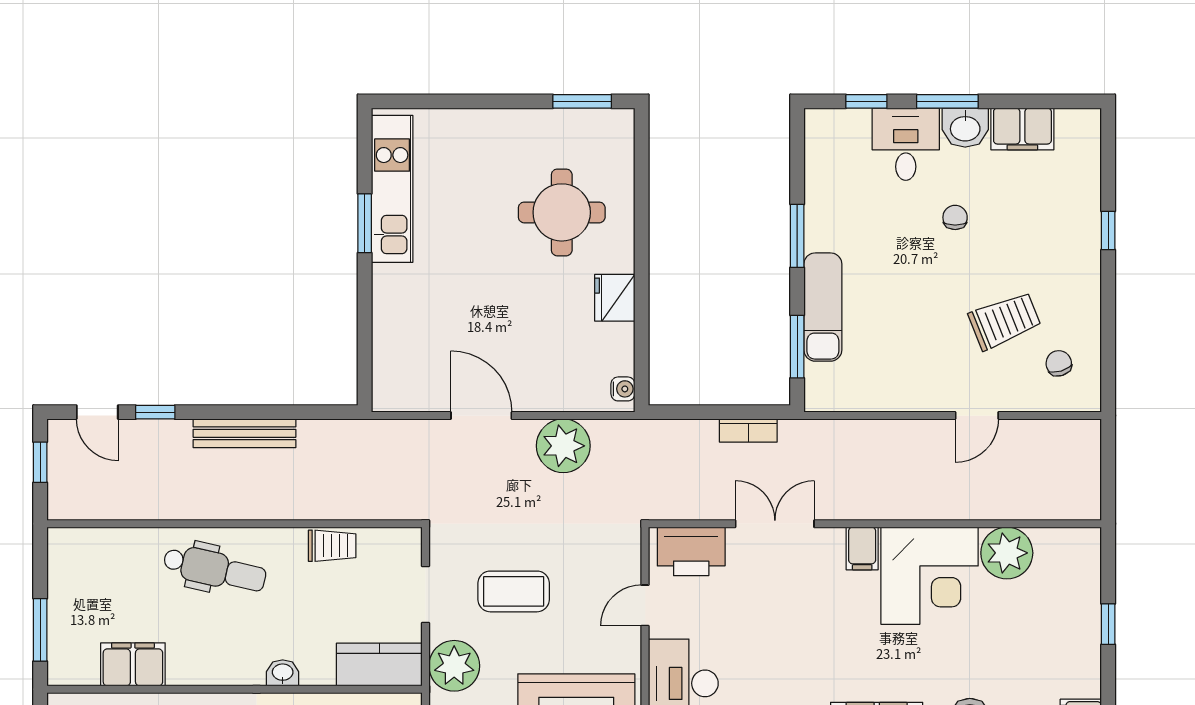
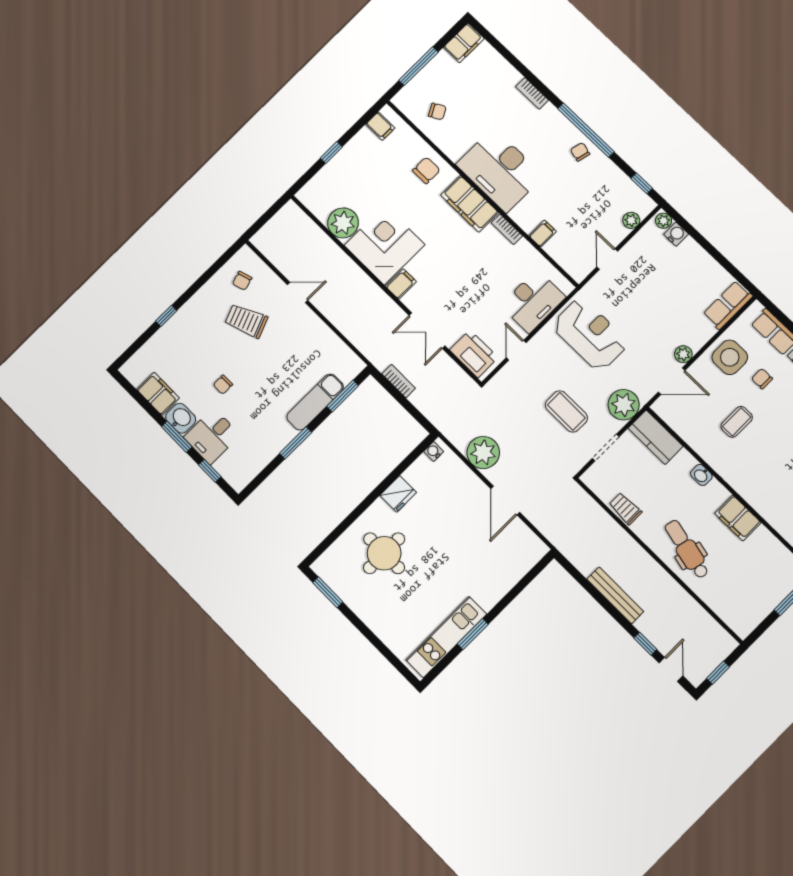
door: (645, 605) -> (516, 350), swing flipped
filing cabinet: (133, 664) -> (738, 518), moved

